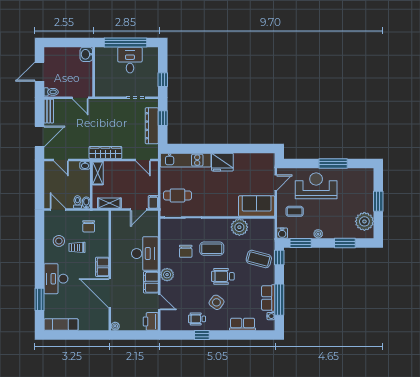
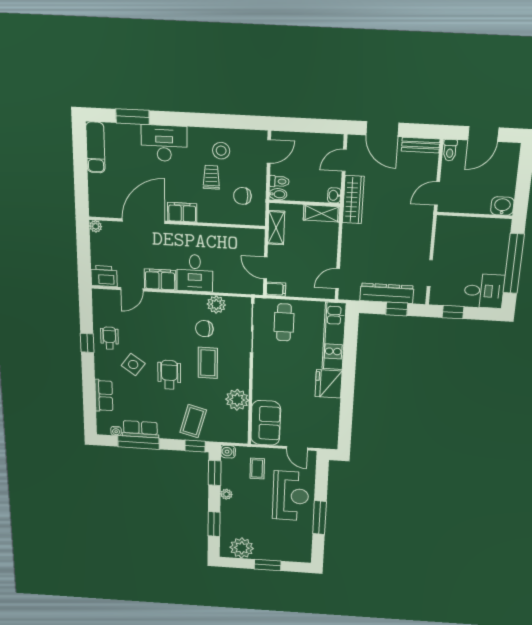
desk: (130, 60) -> (484, 291), moved
door: (39, 72) -> (483, 134), swing flipped
wardrobe: (105, 153) -> (353, 200), moved
desk: (145, 254) -> (195, 273), width x0.73
plant: (167, 275) -> (216, 305), moved

